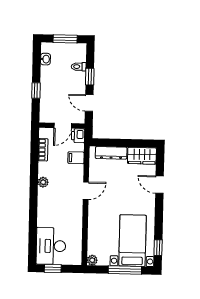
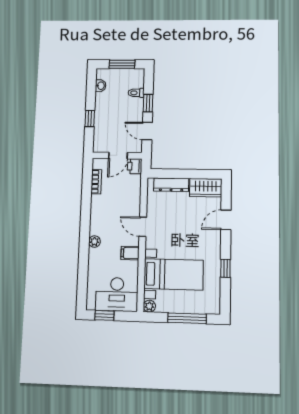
filing cabinet: (76, 158) -> (130, 253), moved
plant: (43, 182) -> (94, 242), moved
door: (160, 185) -> (226, 220), hinge flipped
door: (86, 191) -> (143, 227), swing flipped
bed with nightstands: (133, 241) -> (174, 274), moved, turned 90
desk: (51, 246) -> (117, 294), moved, turned -90
window: (158, 248) -> (225, 268), moved

